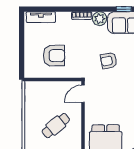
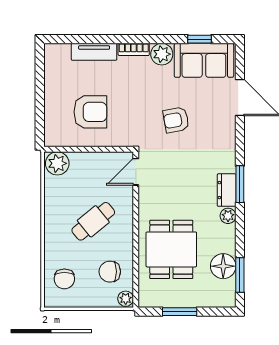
tv unit: (41, 17) -> (94, 52), moved
plant: (33, 88) -> (57, 163), added

